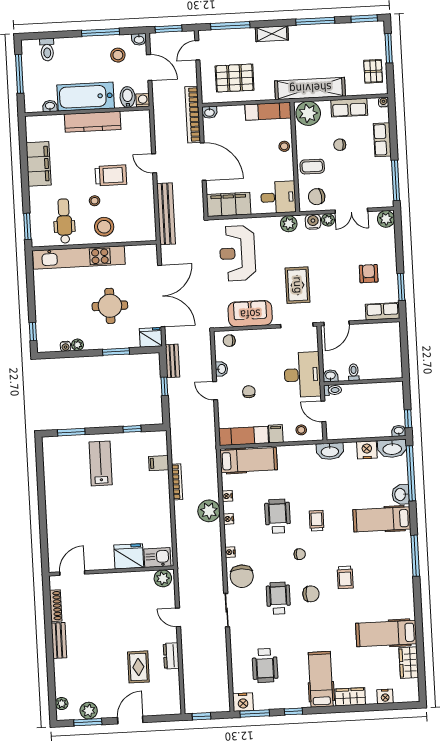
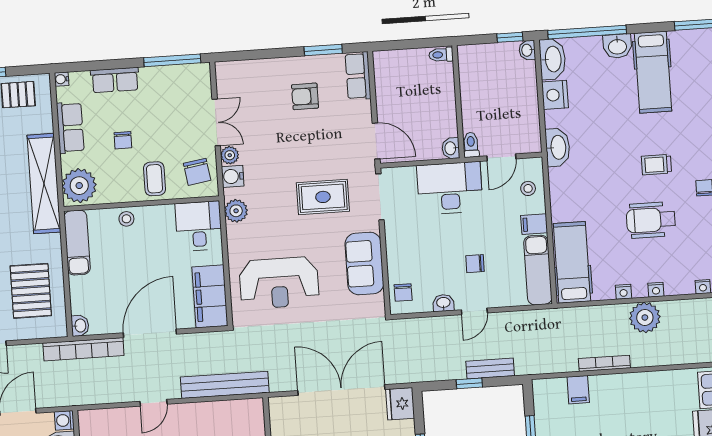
plant: (386, 219) -> (227, 73), removed
bench: (172, 361) -> (490, 369), moved
toilet: (354, 372) -> (441, 55), moved

